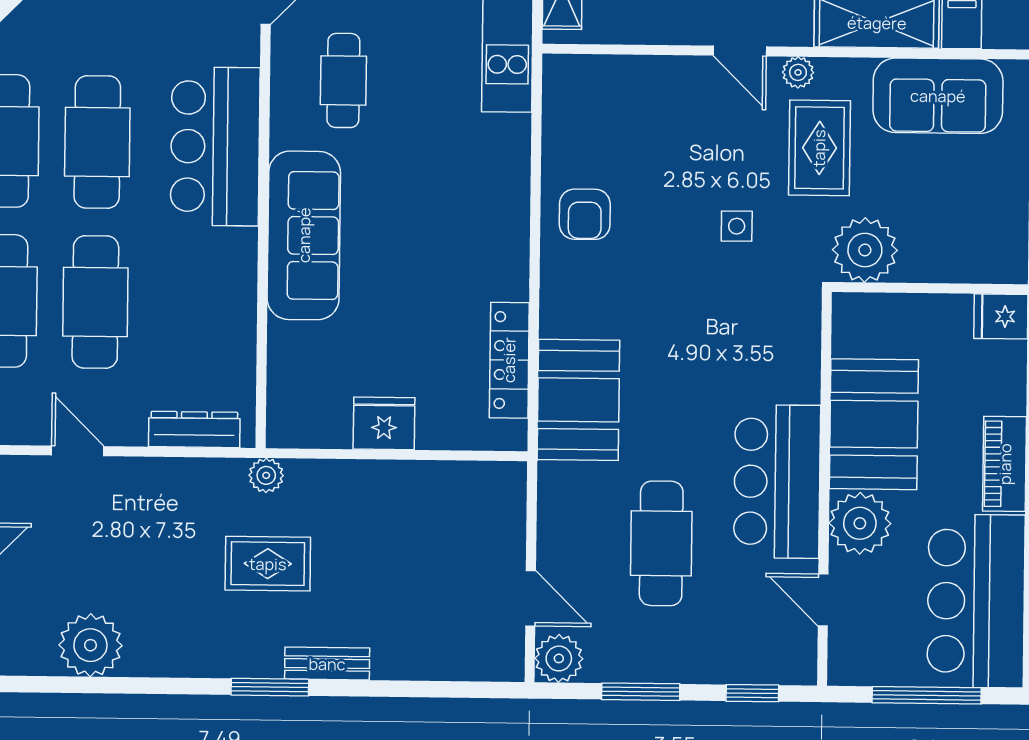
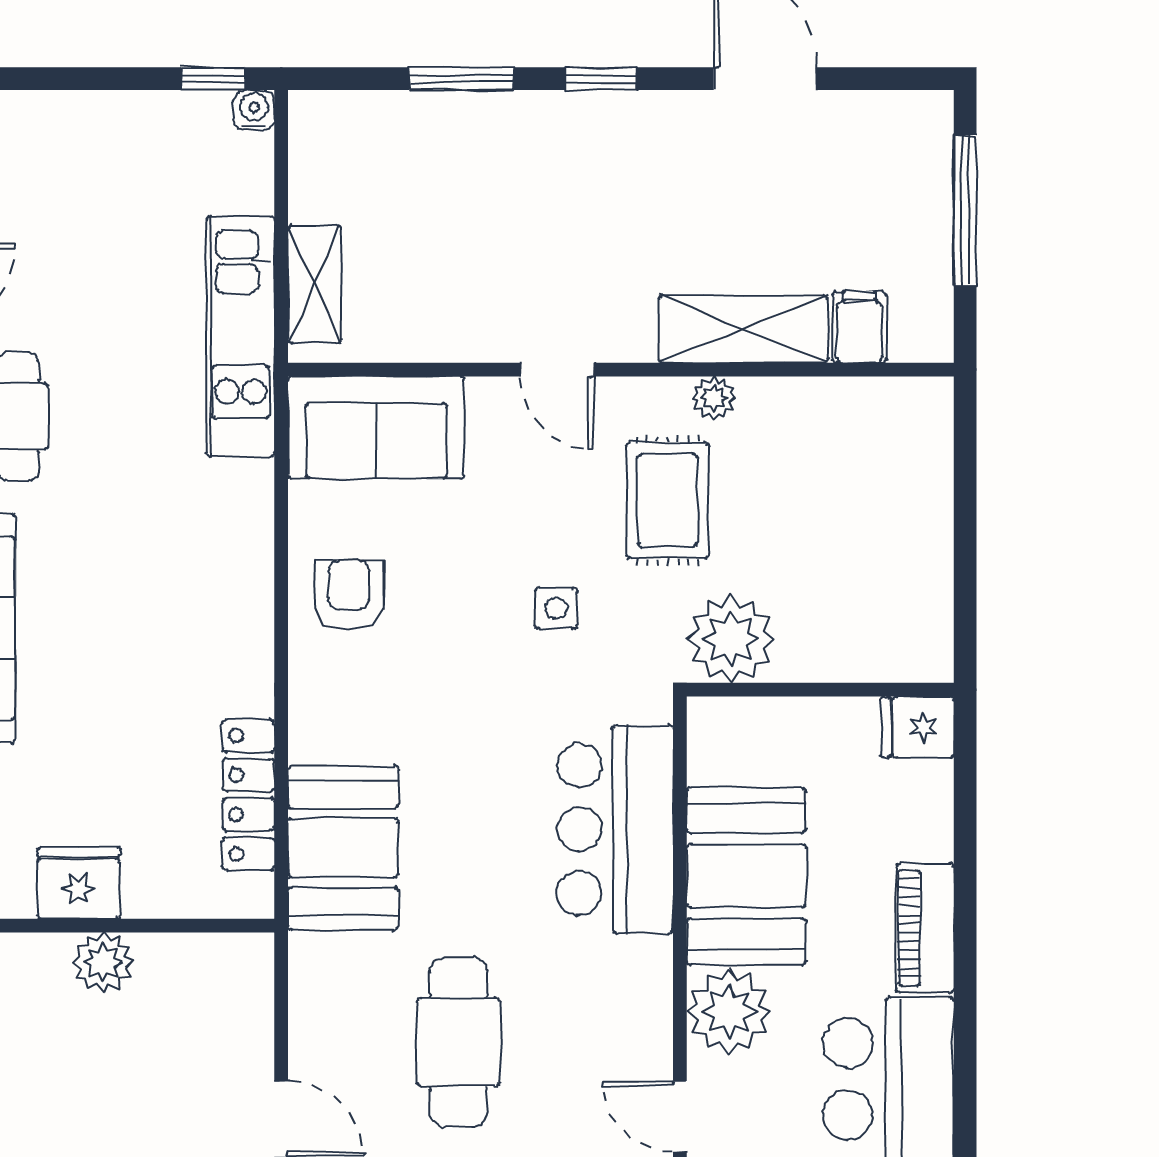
plant: (798, 72) -> (714, 398), moved
sofa: (938, 96) -> (376, 427), moved
armchair: (585, 214) -> (349, 595), turned 180
plant: (401, 482) -> (103, 962), added
bar counter: (777, 482) -> (615, 829), moved

